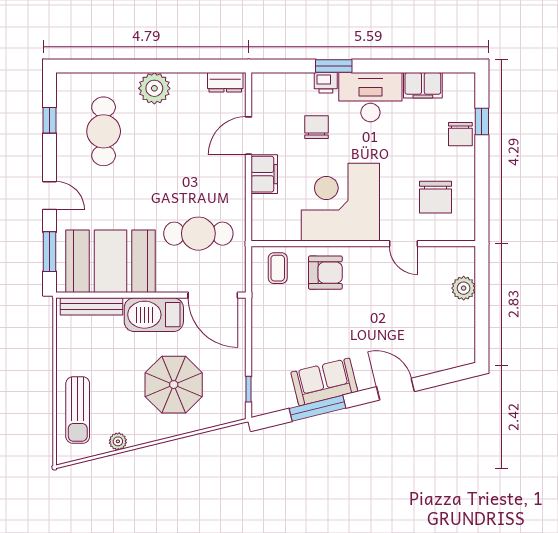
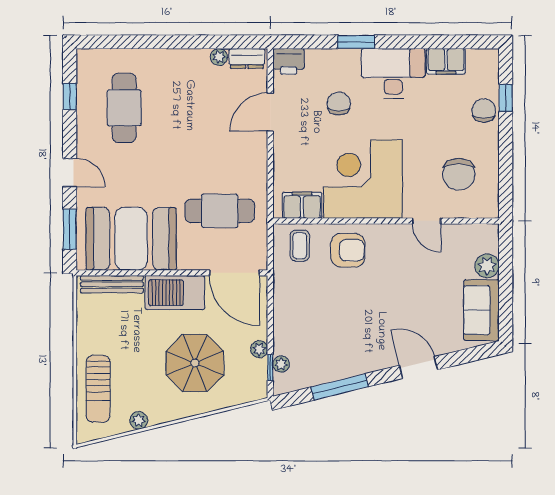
printer: (326, 83) -> (289, 61), moved, width x1.36, depth x1.24
plant: (154, 88) -> (219, 57), moved, width x0.53, depth x0.53
chair: (460, 134) -> (484, 111), turned 180
filing cabinet: (264, 174) -> (302, 205), moved, turned -90
plant: (238, 371) -> (259, 349), added
sofa: (324, 382) -> (481, 310), moved, turned -76
plant: (259, 386) -> (281, 364), added

